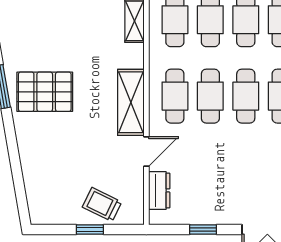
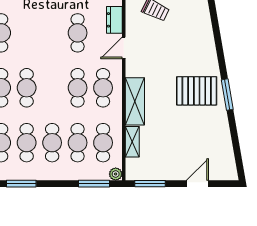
cafe table: (246, 96) -> (78, 33), moved
shelving: (131, 102) -> (135, 101), moved

